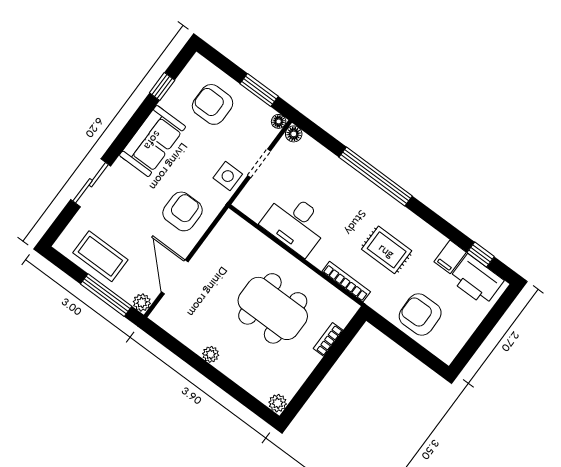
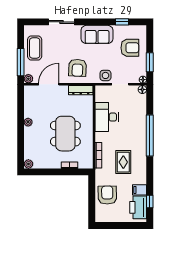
armchair: (213, 104) -> (130, 48), turned 90
armchair: (183, 211) -> (78, 68), turned 93
dresser: (222, 233) -> (81, 90), added

